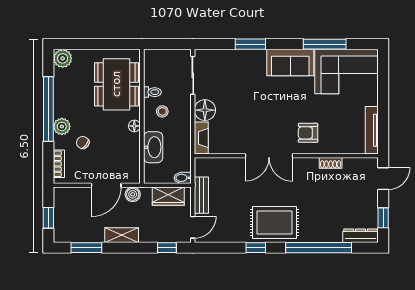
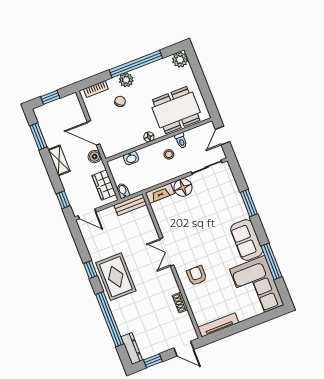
door: (165, 44) -> (223, 135), added
washbasin: (153, 147) -> (131, 158), width x0.52, depth x0.69
double door: (269, 156) -> (167, 252), width x0.73
bench: (201, 195) -> (130, 205), moved

